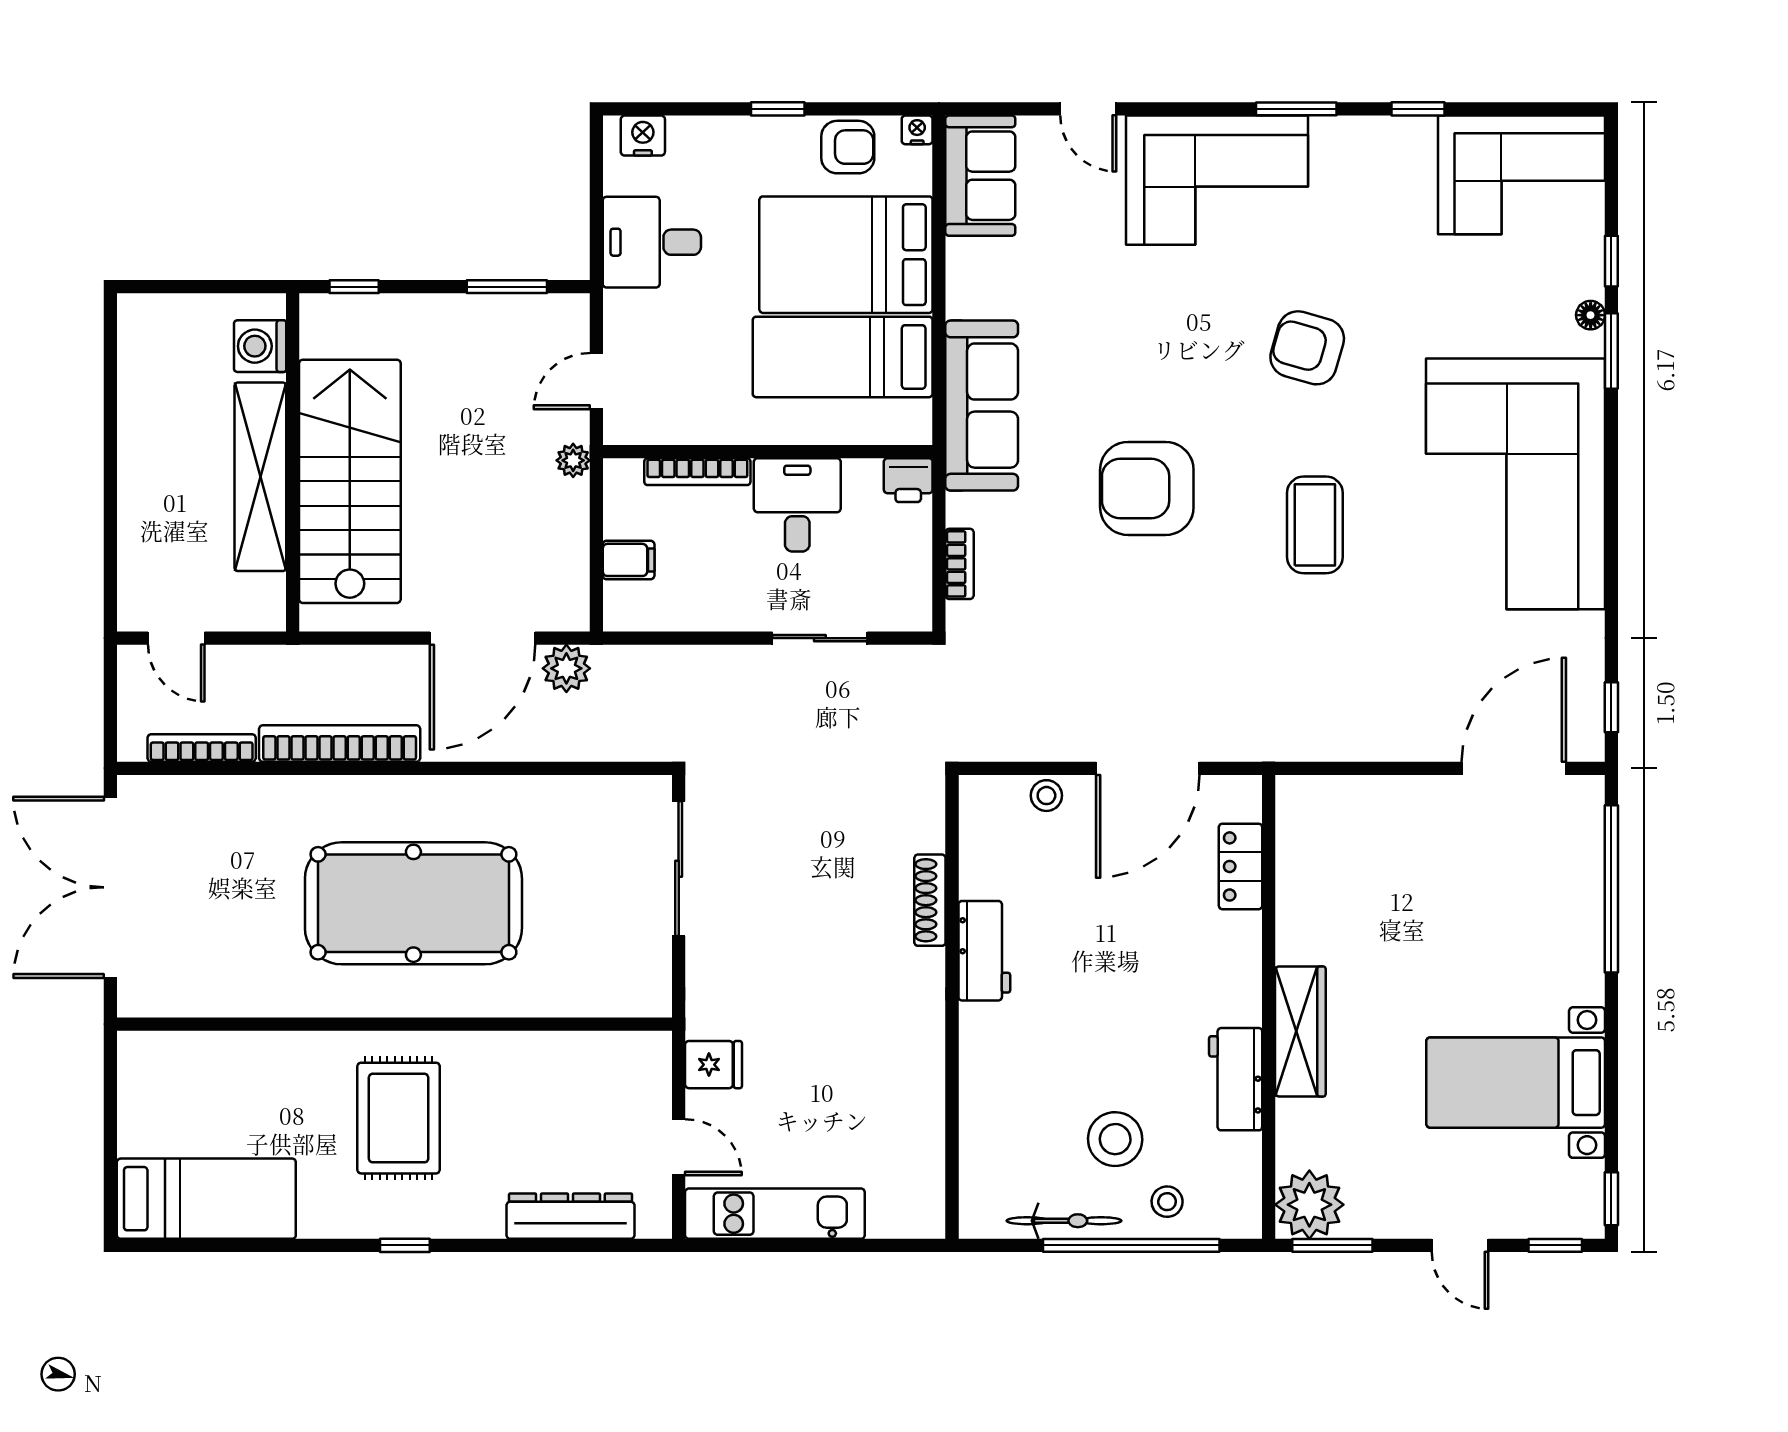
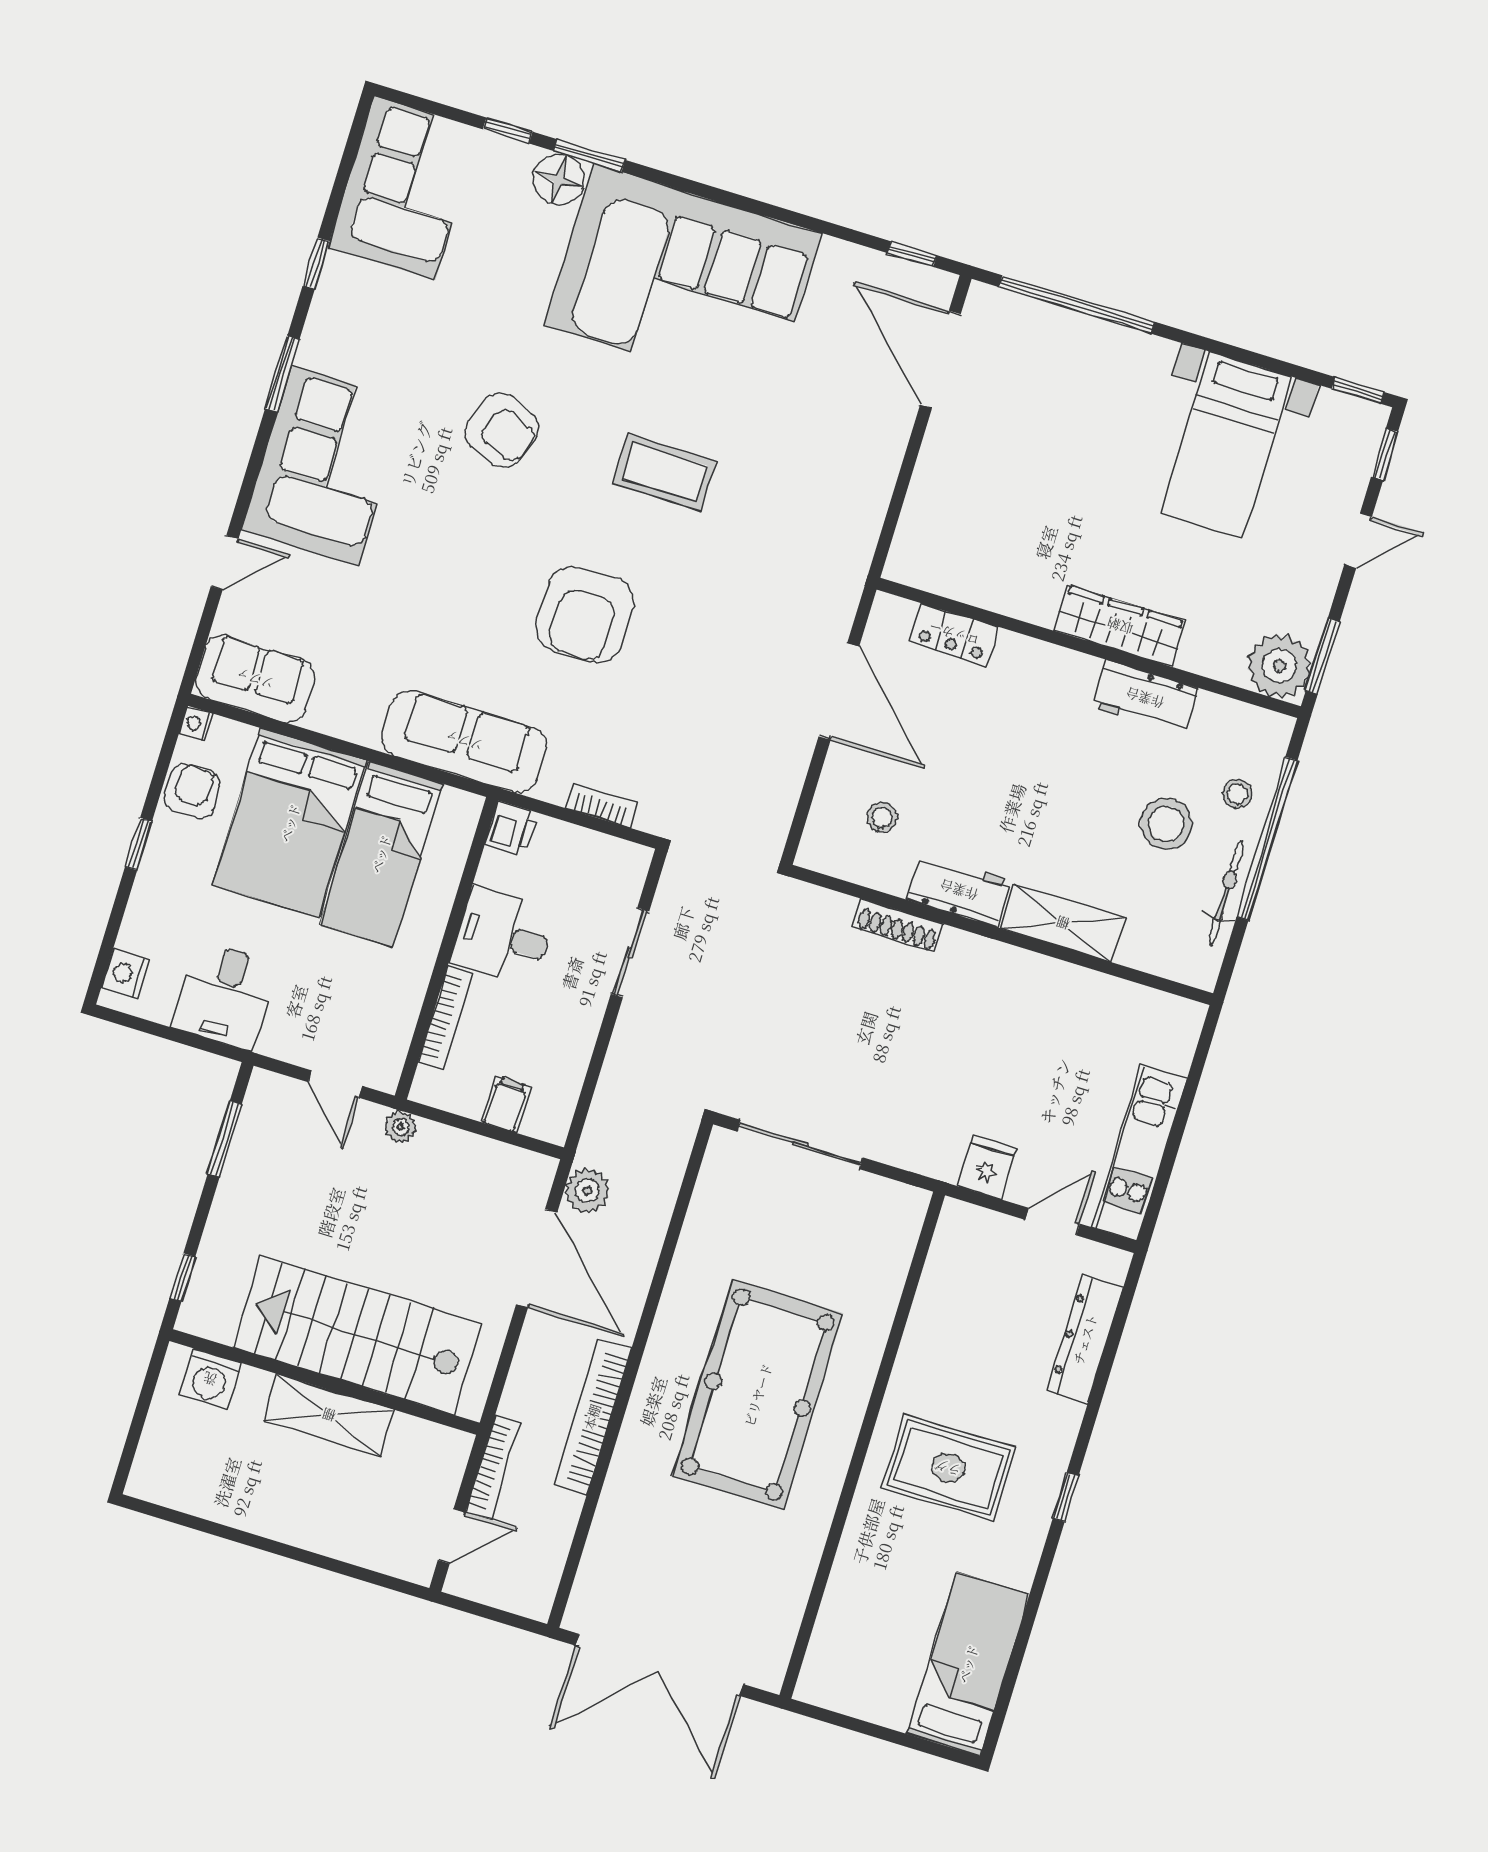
floor lamp: (1591, 315) -> (559, 179), width x1.89, depth x1.89
armchair: (1307, 348) -> (502, 430), turned -84
shelving: (260, 477) -> (329, 1415), width x0.68
bookcase: (202, 748) -> (493, 1467), moved, turned 180
stool: (1046, 796) -> (882, 817), moved
shelving: (983, 1066) -> (1063, 923), added

